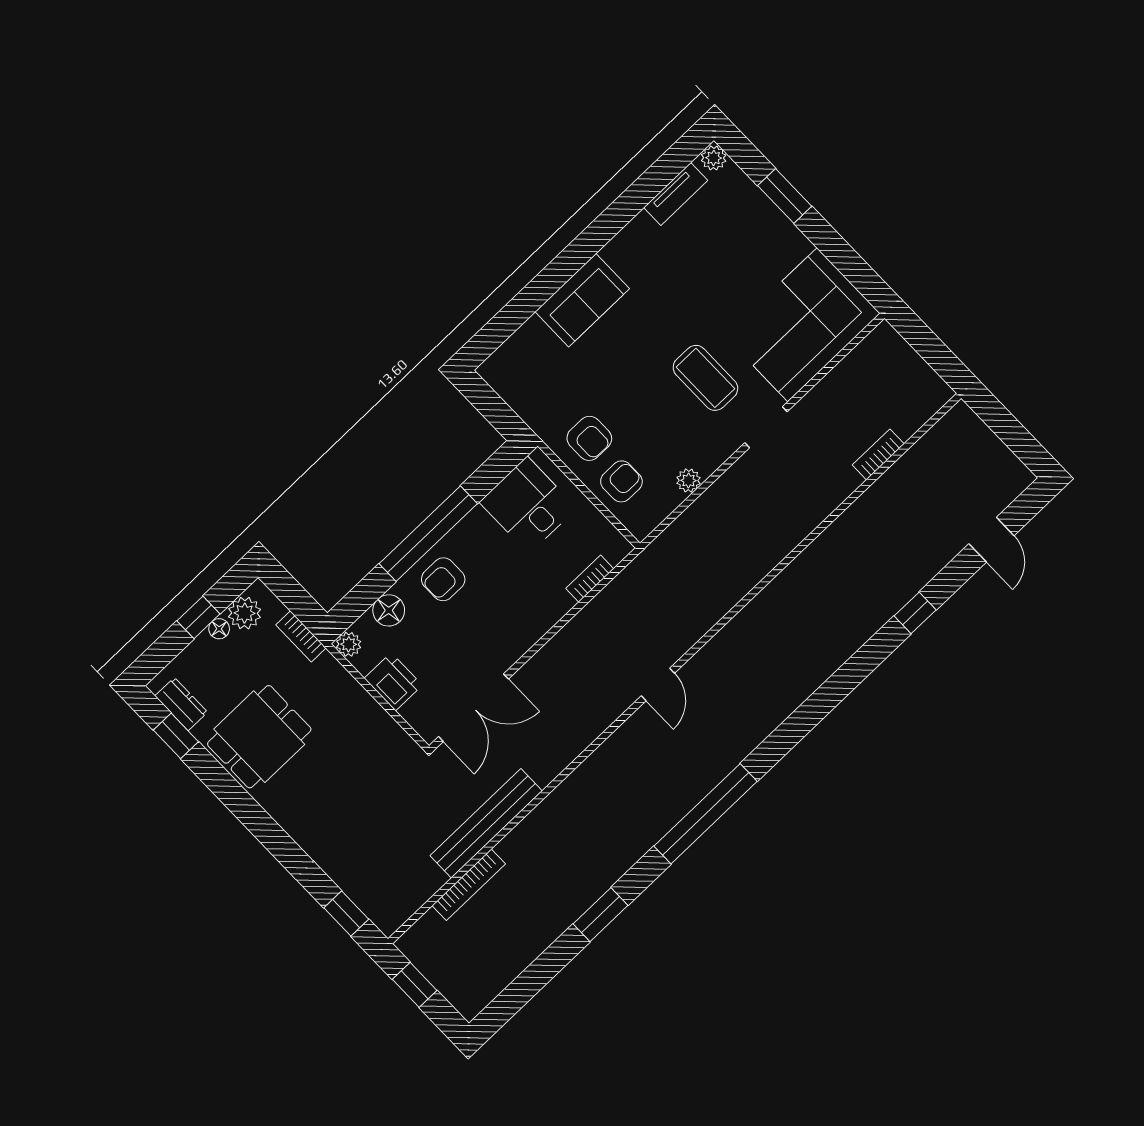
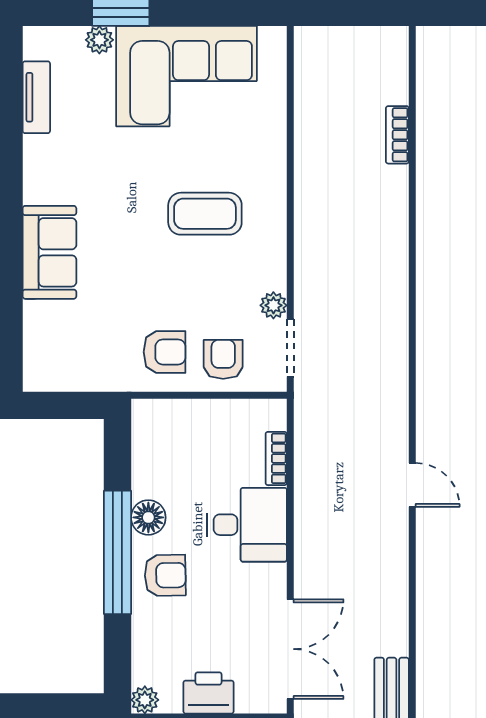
plant: (714, 158) -> (99, 40), moved
corner sofa: (803, 325) -> (186, 76), moved, turned -90
doorway: (766, 427) -> (290, 348), moved
desk: (528, 505) -> (247, 525), moved, turned 180
armchair: (443, 579) -> (165, 575), turned -91
floor lamp: (389, 610) -> (148, 517), moved

